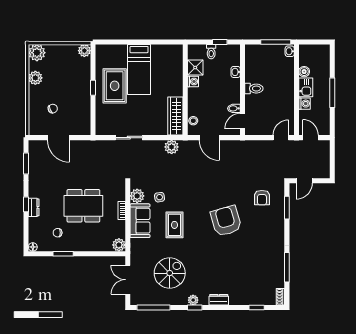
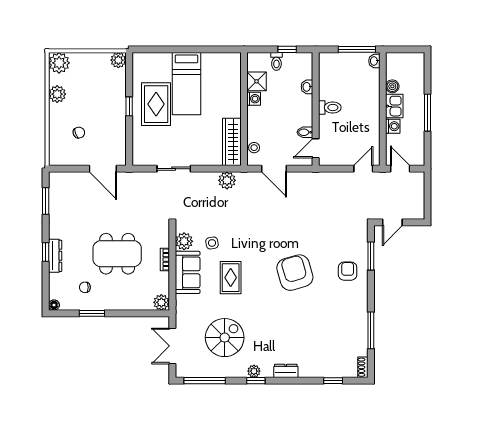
door: (58, 138) -> (103, 169), moved
armchair: (262, 198) -> (348, 271), moved, turned 180
dresser: (34, 207) -> (55, 256), width x1.44

